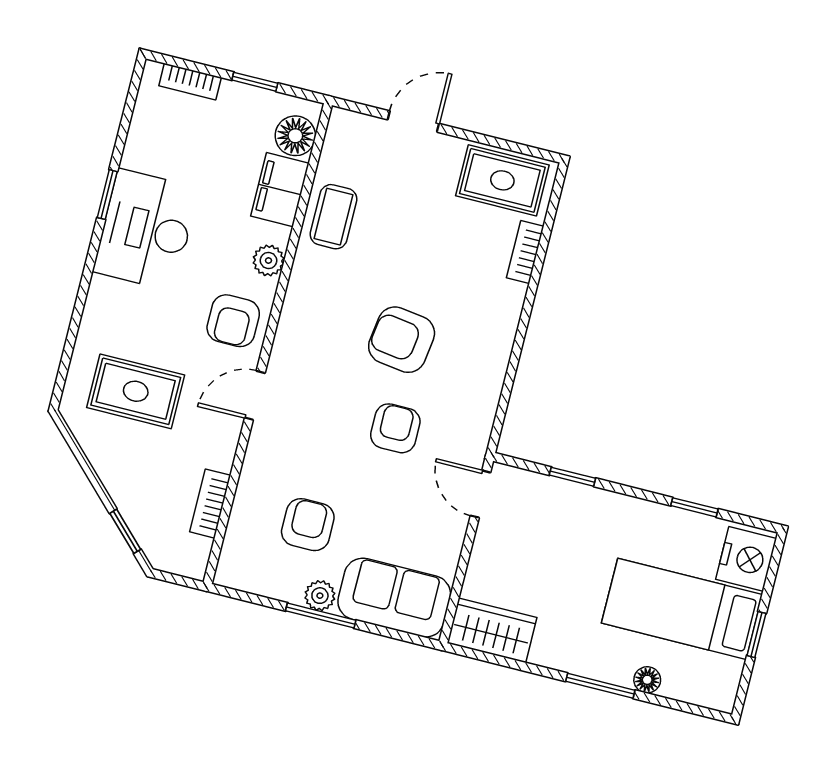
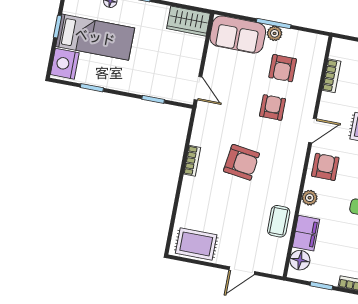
bookcase: (525, 252) -> (192, 161), moved
armchair: (395, 428) -> (273, 107), moved, turned 180

